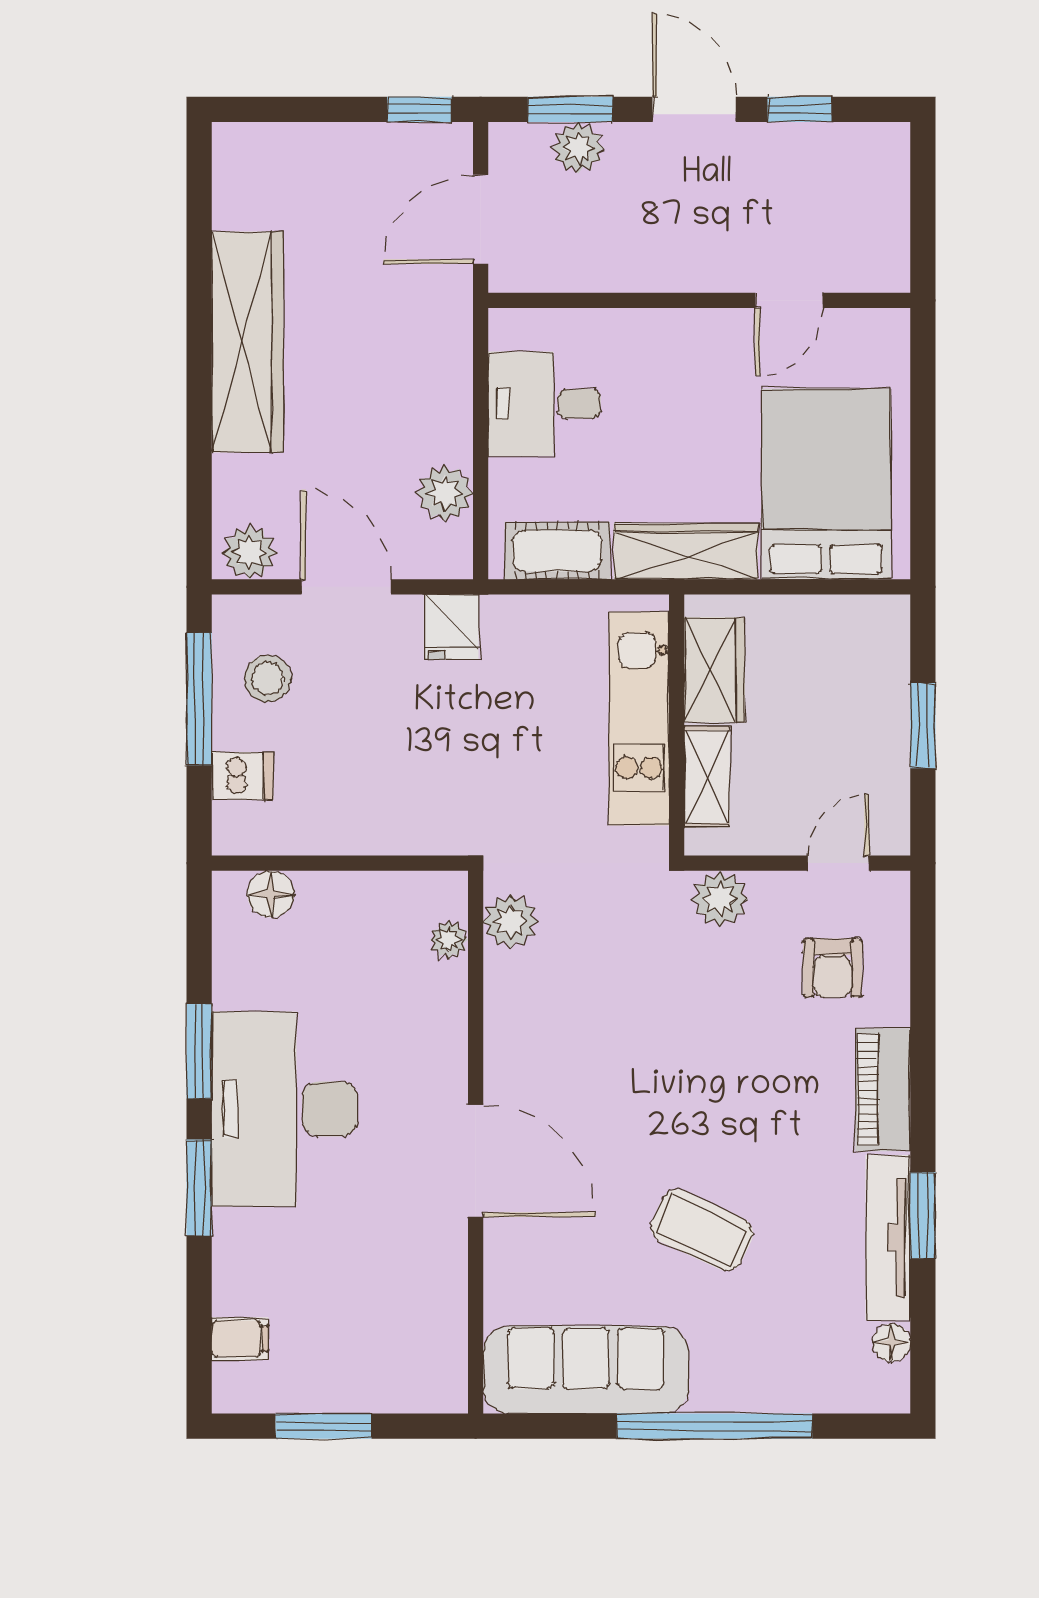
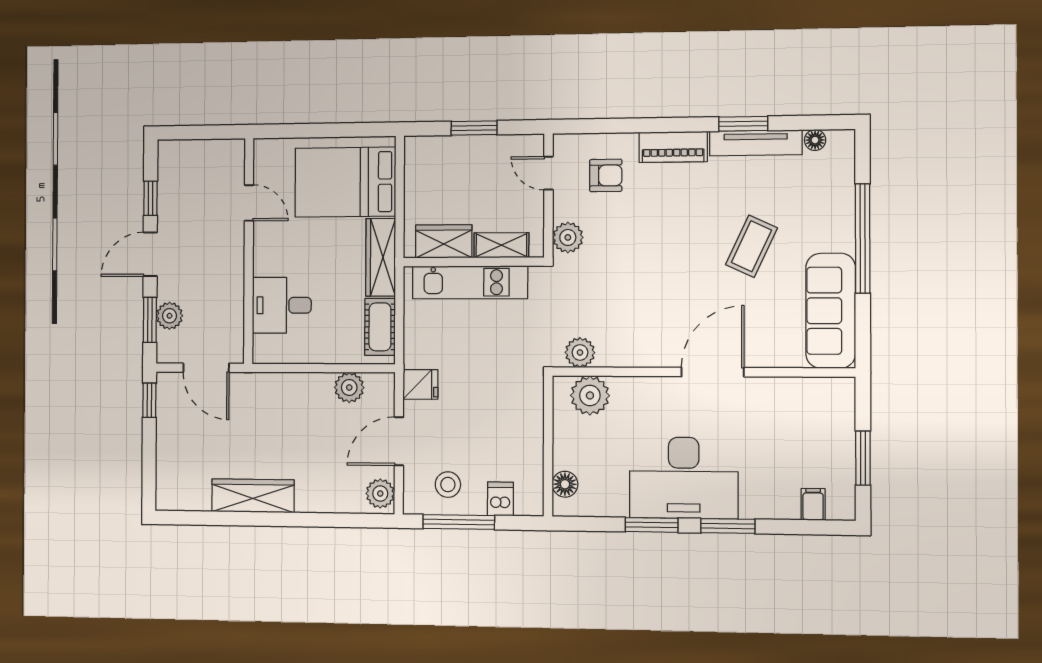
wardrobe: (247, 342) -> (253, 496), width x0.71, depth x0.85
desk: (544, 404) -> (282, 305), moved, turned 90
plant: (449, 940) -> (590, 395), width x1.87, depth x1.87

